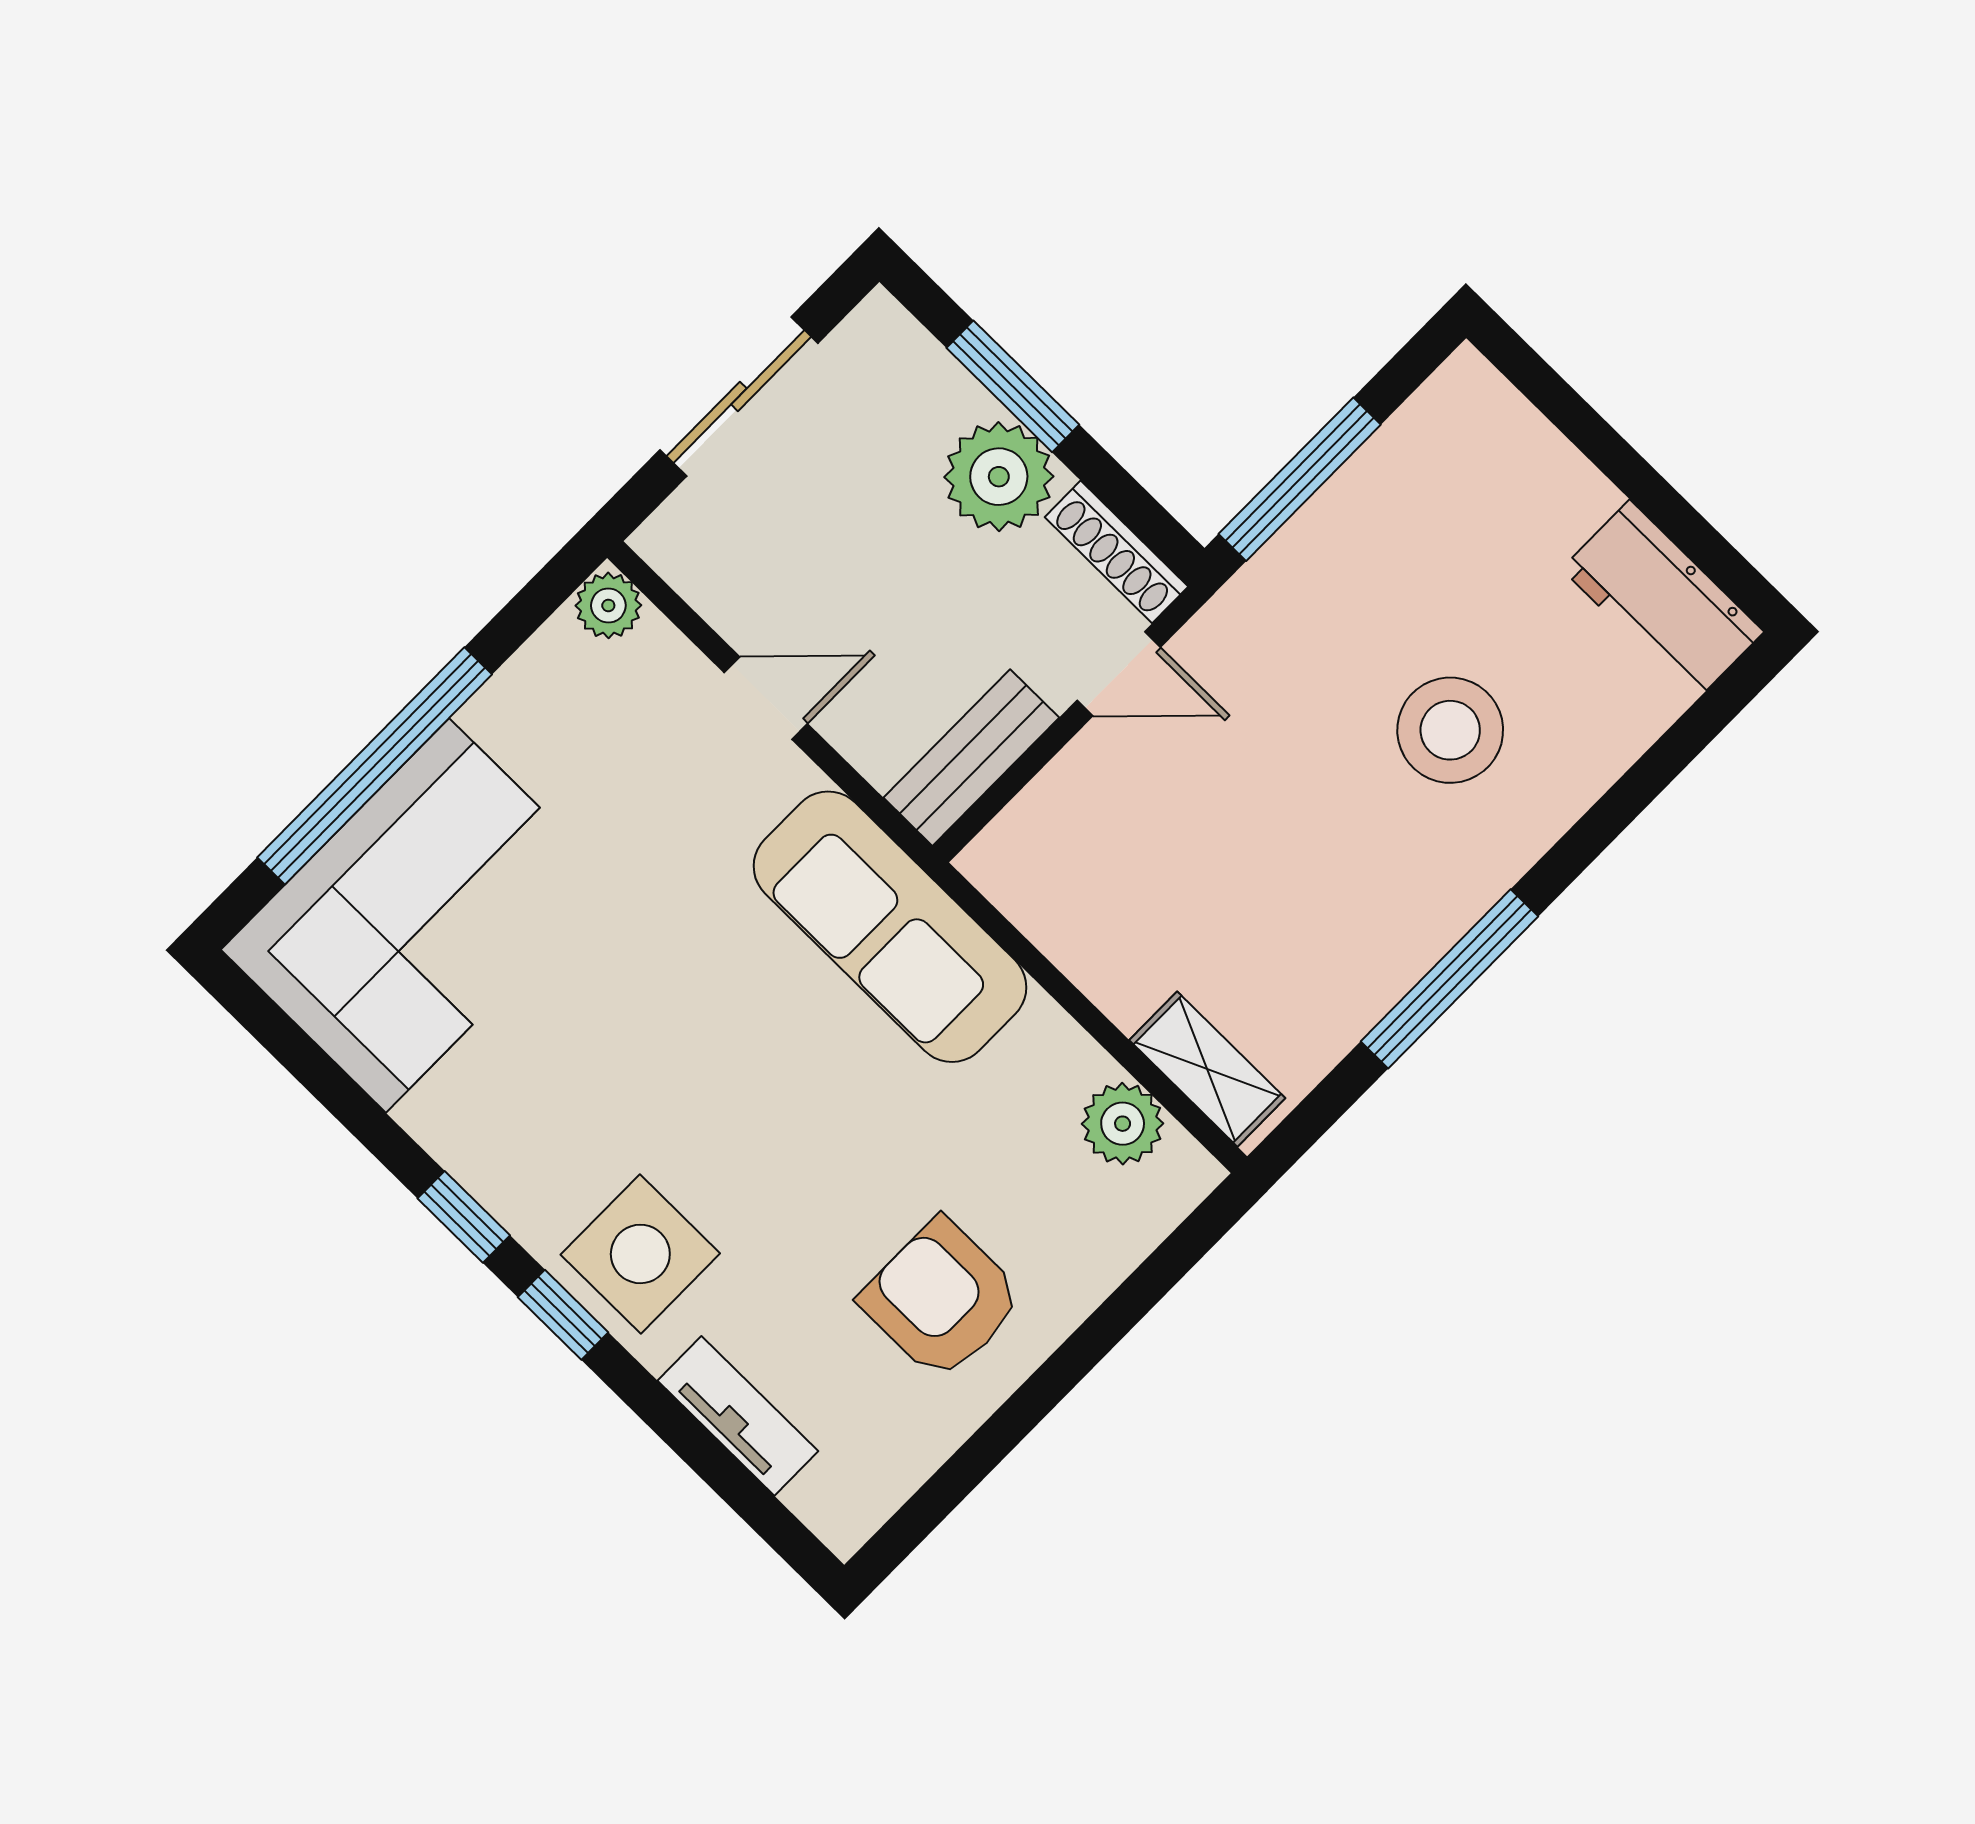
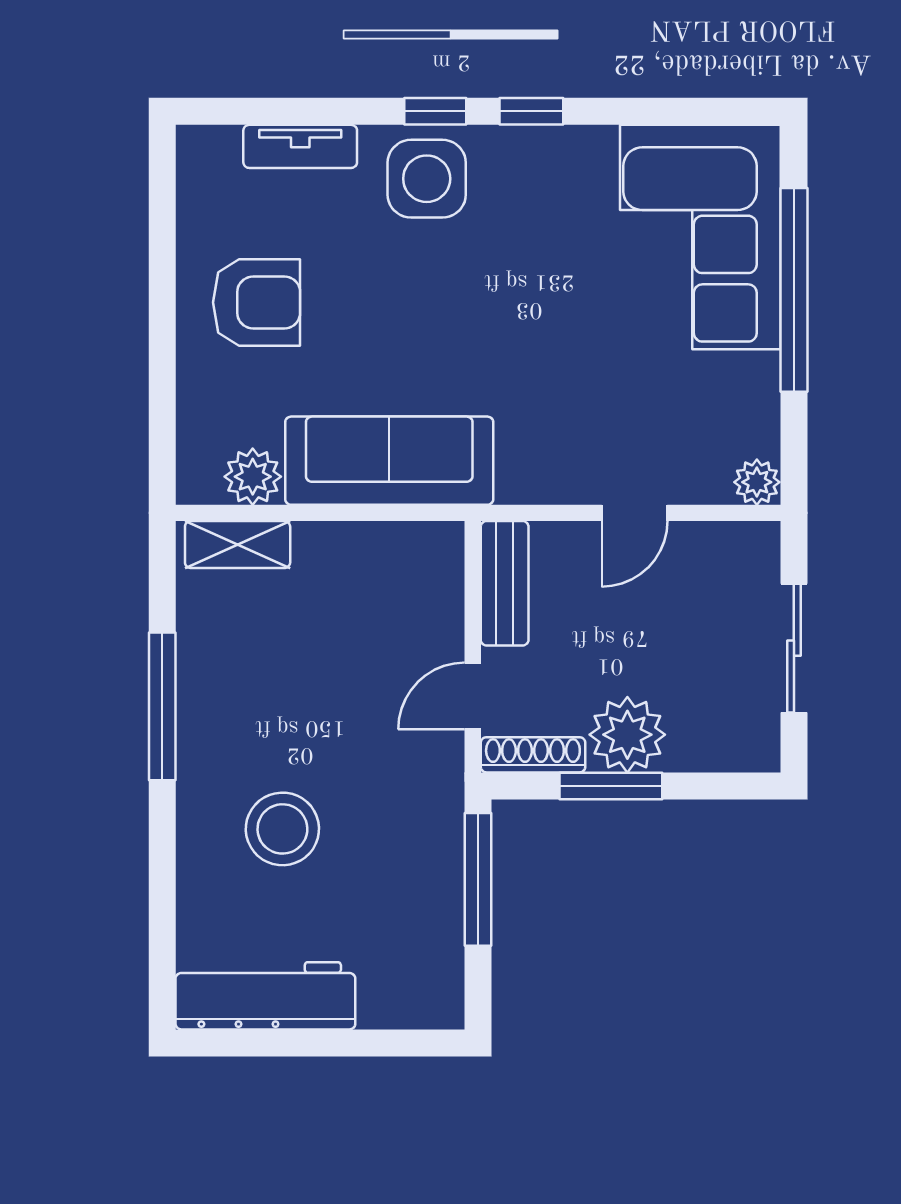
window: (1013, 386) -> (611, 786), moved
workbench: (1663, 600) -> (265, 996), width x1.38
sofa: (890, 927) -> (389, 461), moved

